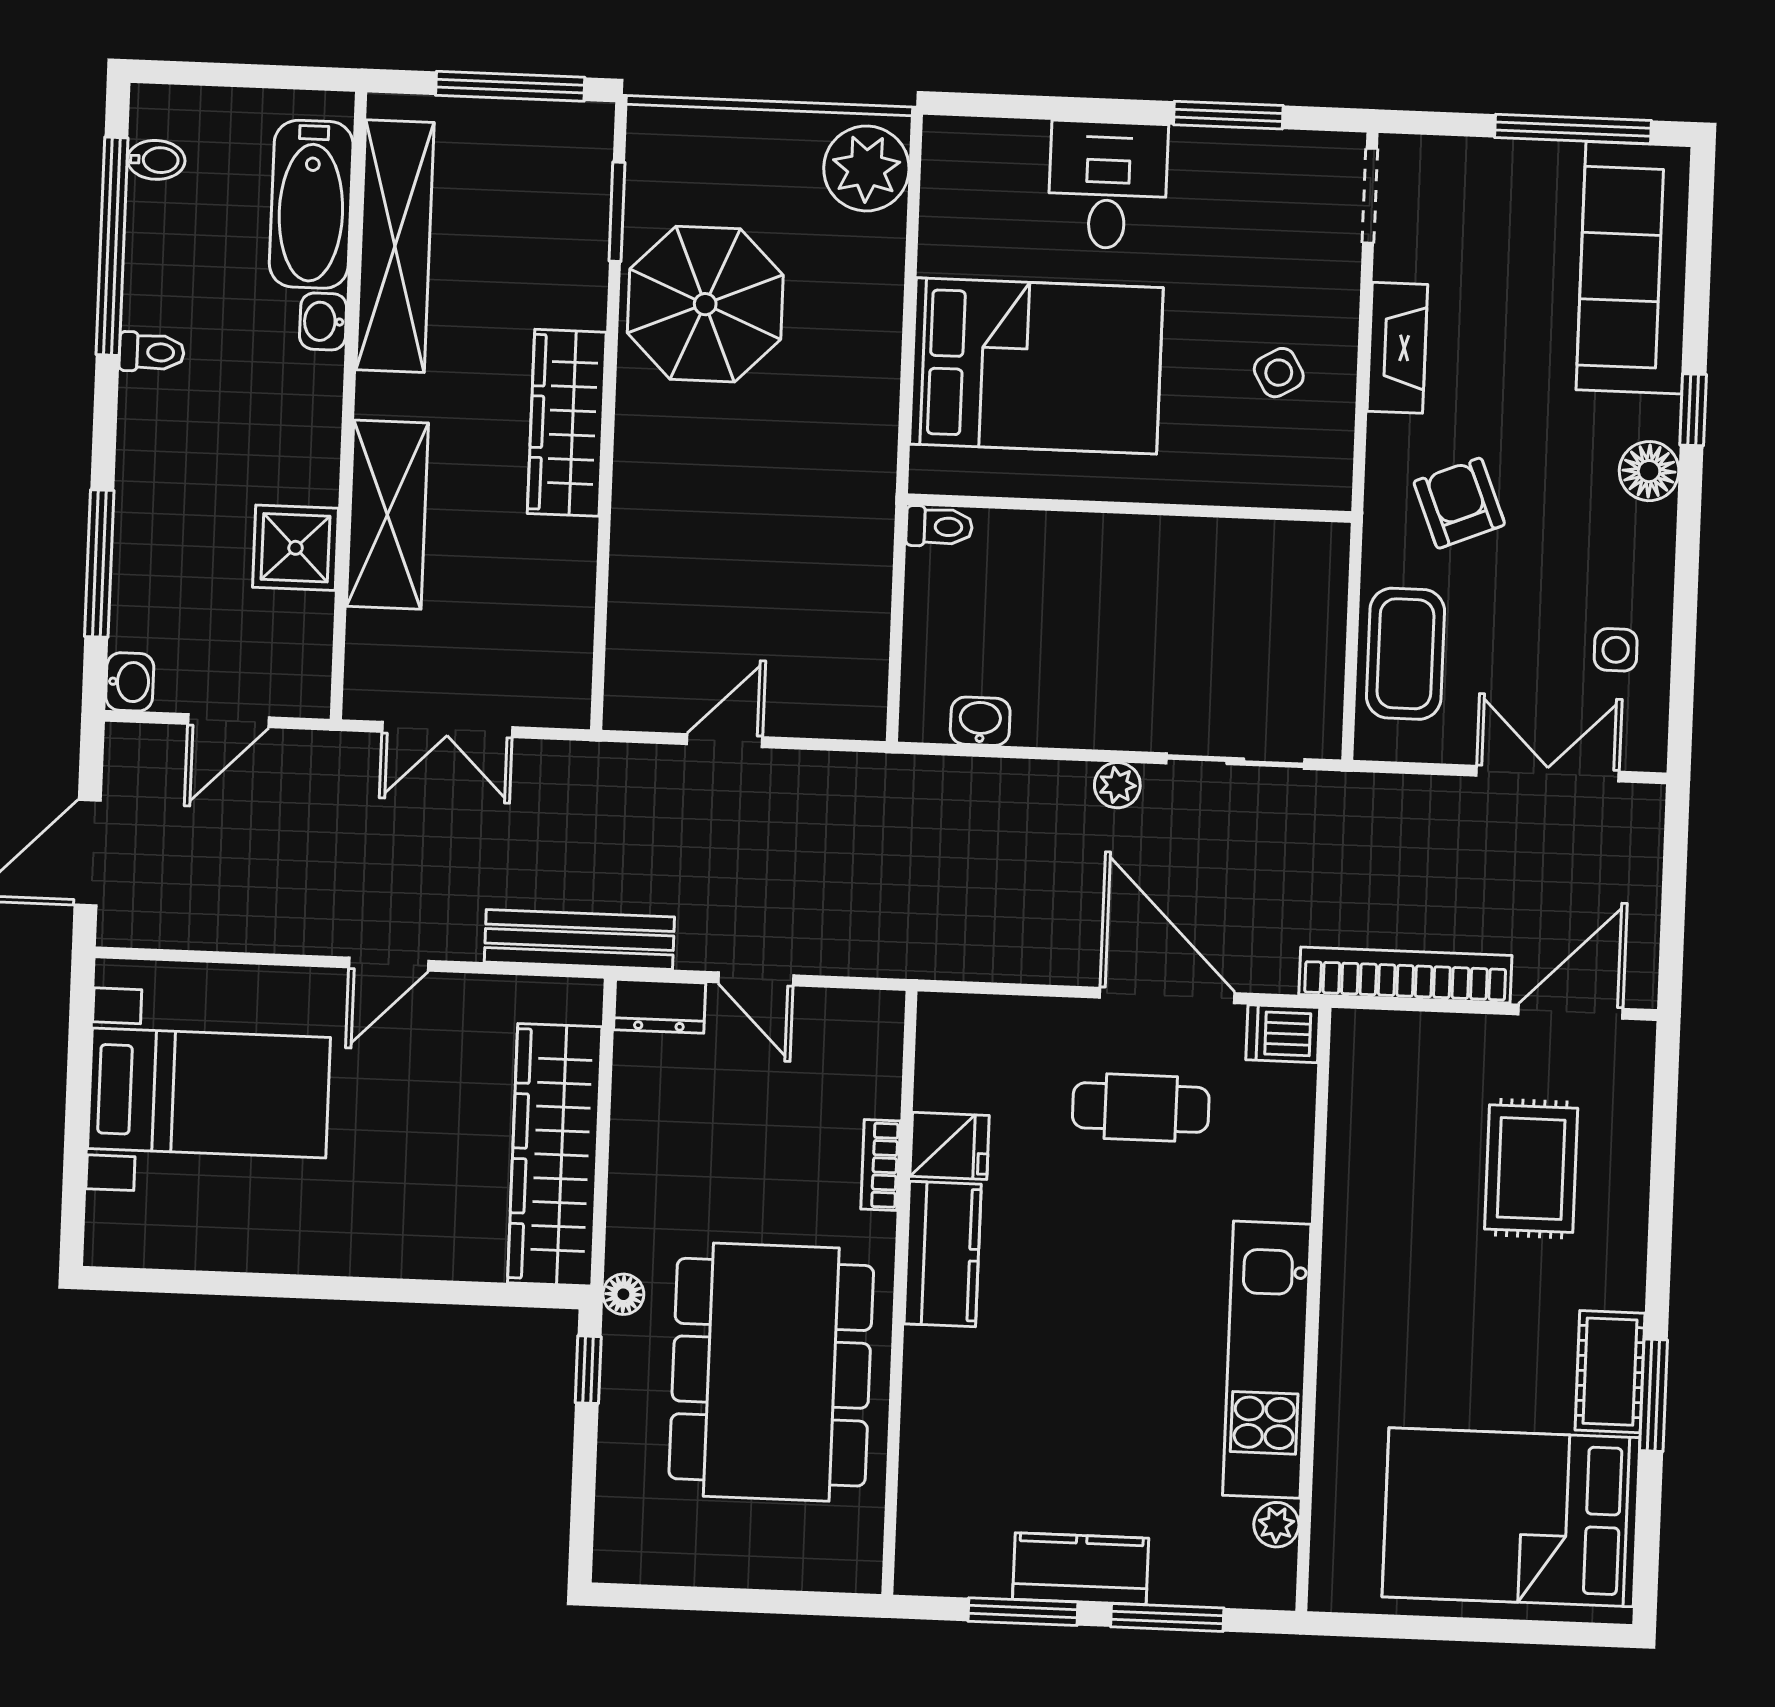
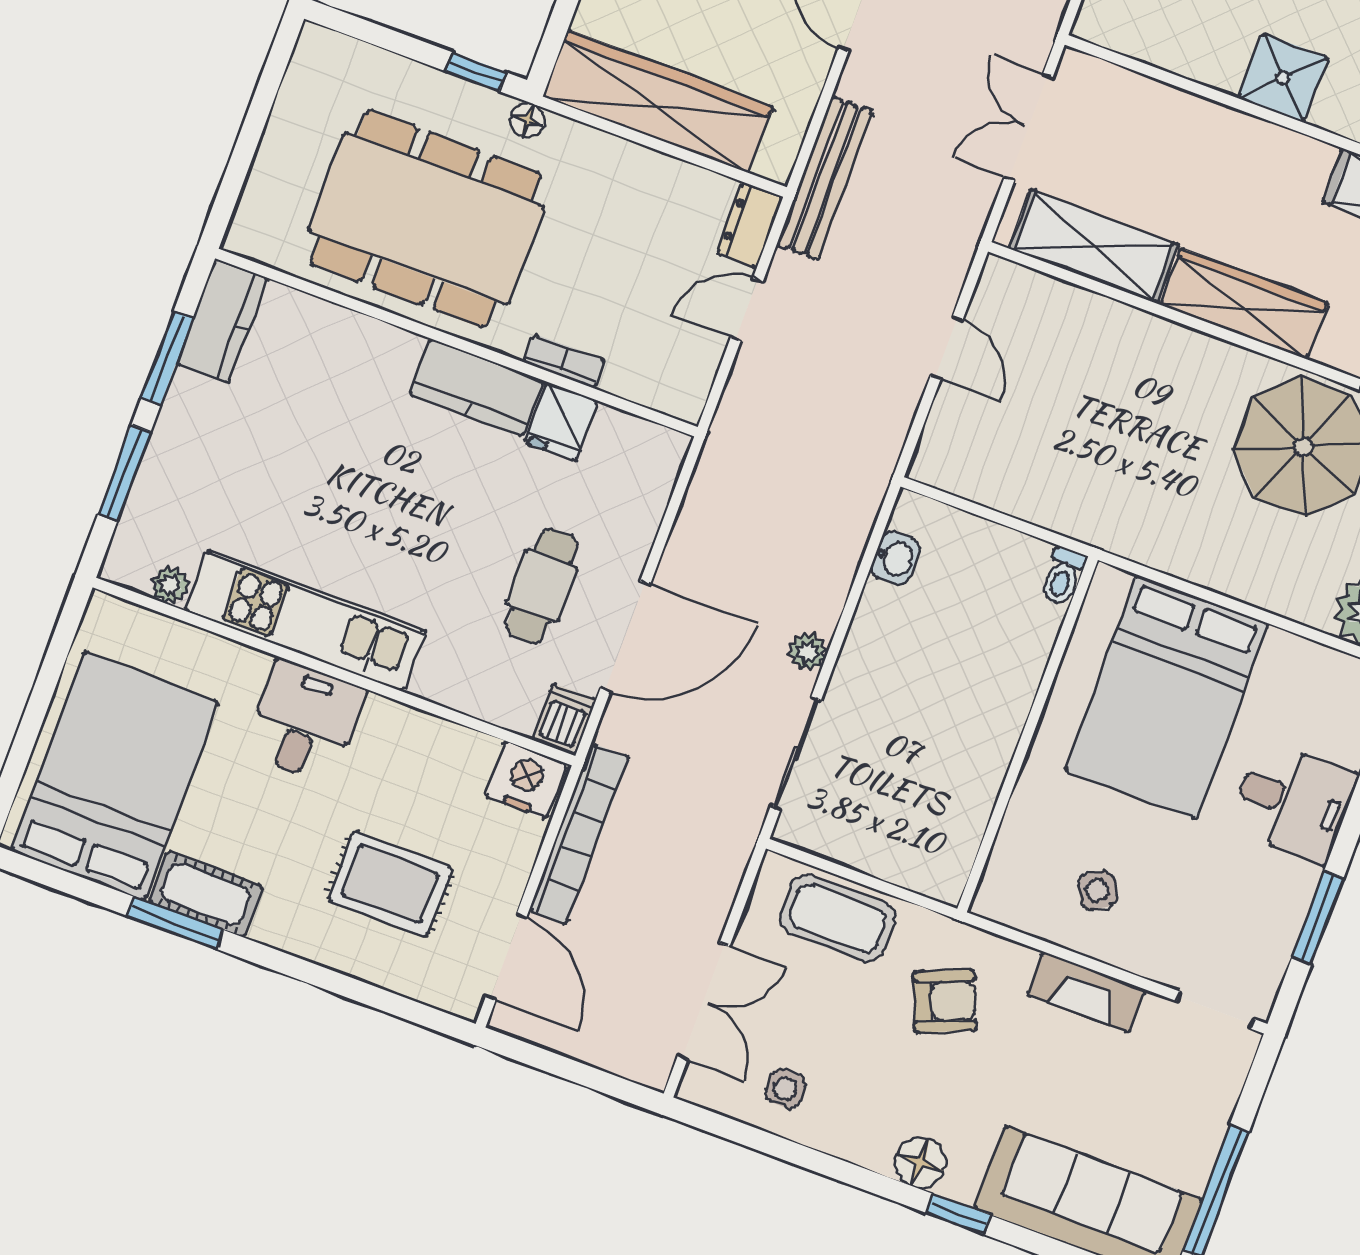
shelving: (387, 515) -> (1094, 246), moved
shower: (296, 548) -> (1283, 78), moved
nightstand: (1364, 1054) -> (526, 780), added
desk: (1380, 1324) -> (305, 722), added
kitchen counter: (1081, 1569) -> (222, 321), moved

